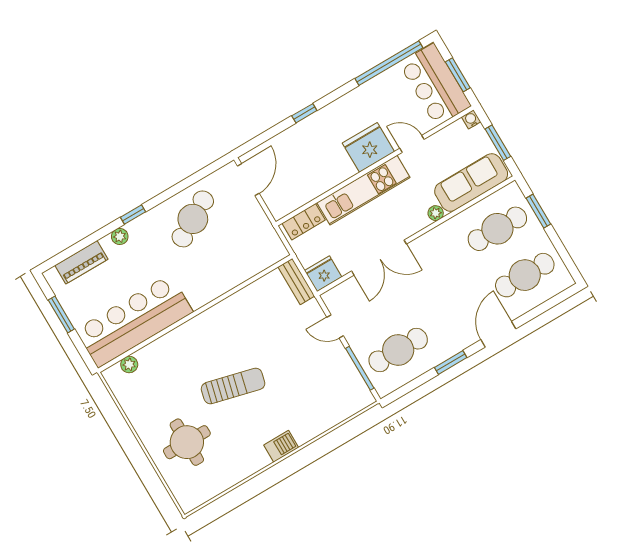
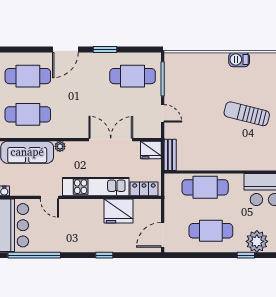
fridge: (368, 147) -> (118, 211), moved
cafe table: (193, 219) -> (211, 231), turned 30
plant: (120, 236) -> (257, 241), width x1.88, depth x1.88
cafe table: (231, 267) -> (205, 187), added

